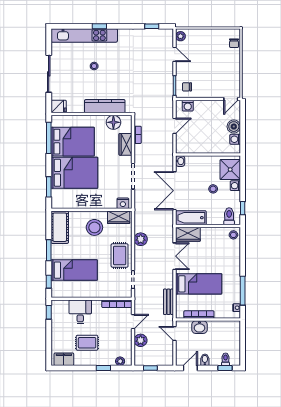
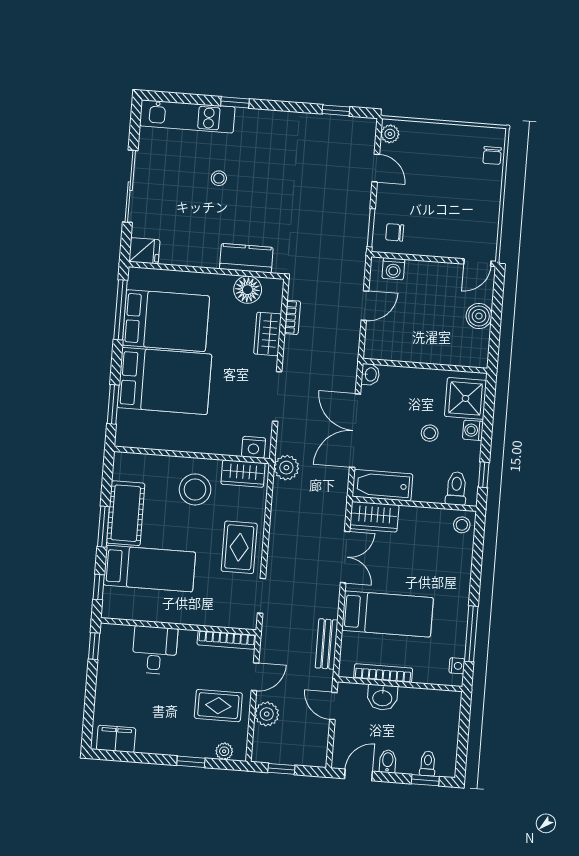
kitchen unit: (84, 35) -> (187, 116), width x0.73
kitchen counter: (105, 106) -> (246, 258), width x0.67
washing machine: (235, 139) -> (480, 341), removed
cot: (60, 227) -> (126, 513), moved
plant: (141, 239) -> (286, 468), moved
rug: (87, 343) -> (218, 706), moved

